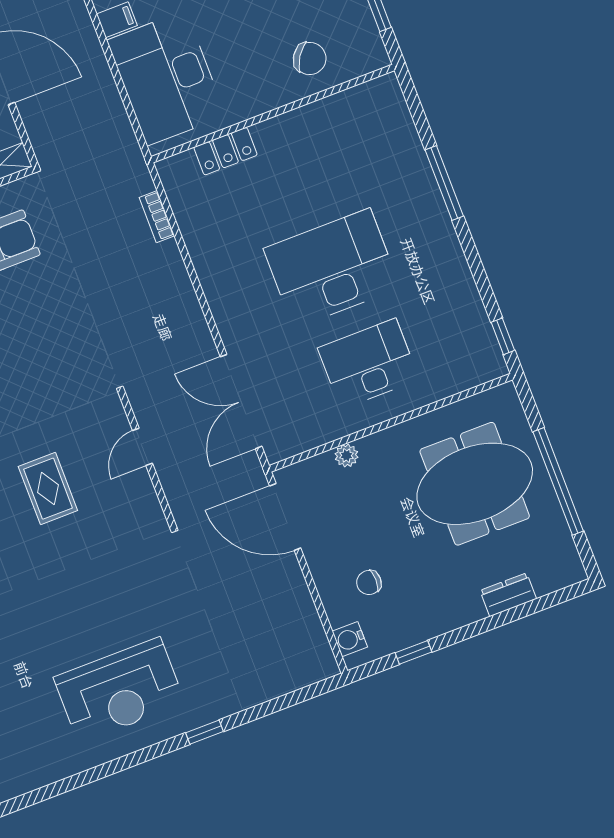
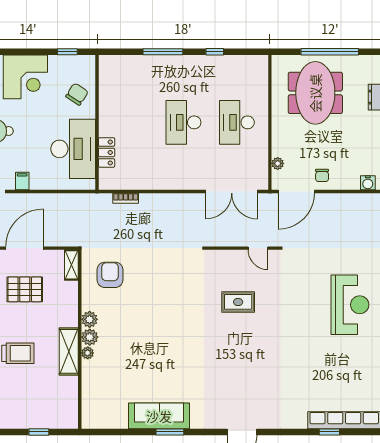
desk: (166, 78) -> (73, 149), moved, turned -90
desk: (332, 268) -> (183, 122), width x0.73, depth x0.77
window: (503, 336) -> (215, 52), moved
door: (143, 447) -> (258, 248), moved
plant: (347, 456) -> (278, 163), moved
chair: (369, 583) -> (322, 175), moved

